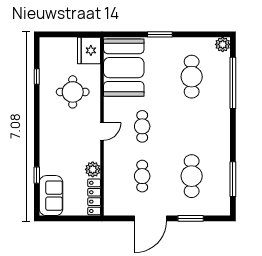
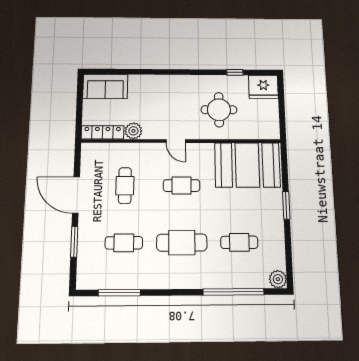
fridge: (89, 50) -> (263, 87), moved, turned 180
cafe table: (192, 77) -> (239, 242), width x0.73, depth x0.74
cafe table: (192, 126) -> (182, 243), added
window: (37, 175) -> (128, 72), removed
cafe table: (142, 176) -> (125, 186), turned 90
cafe table: (192, 176) -> (124, 243), width x0.73, depth x0.74

